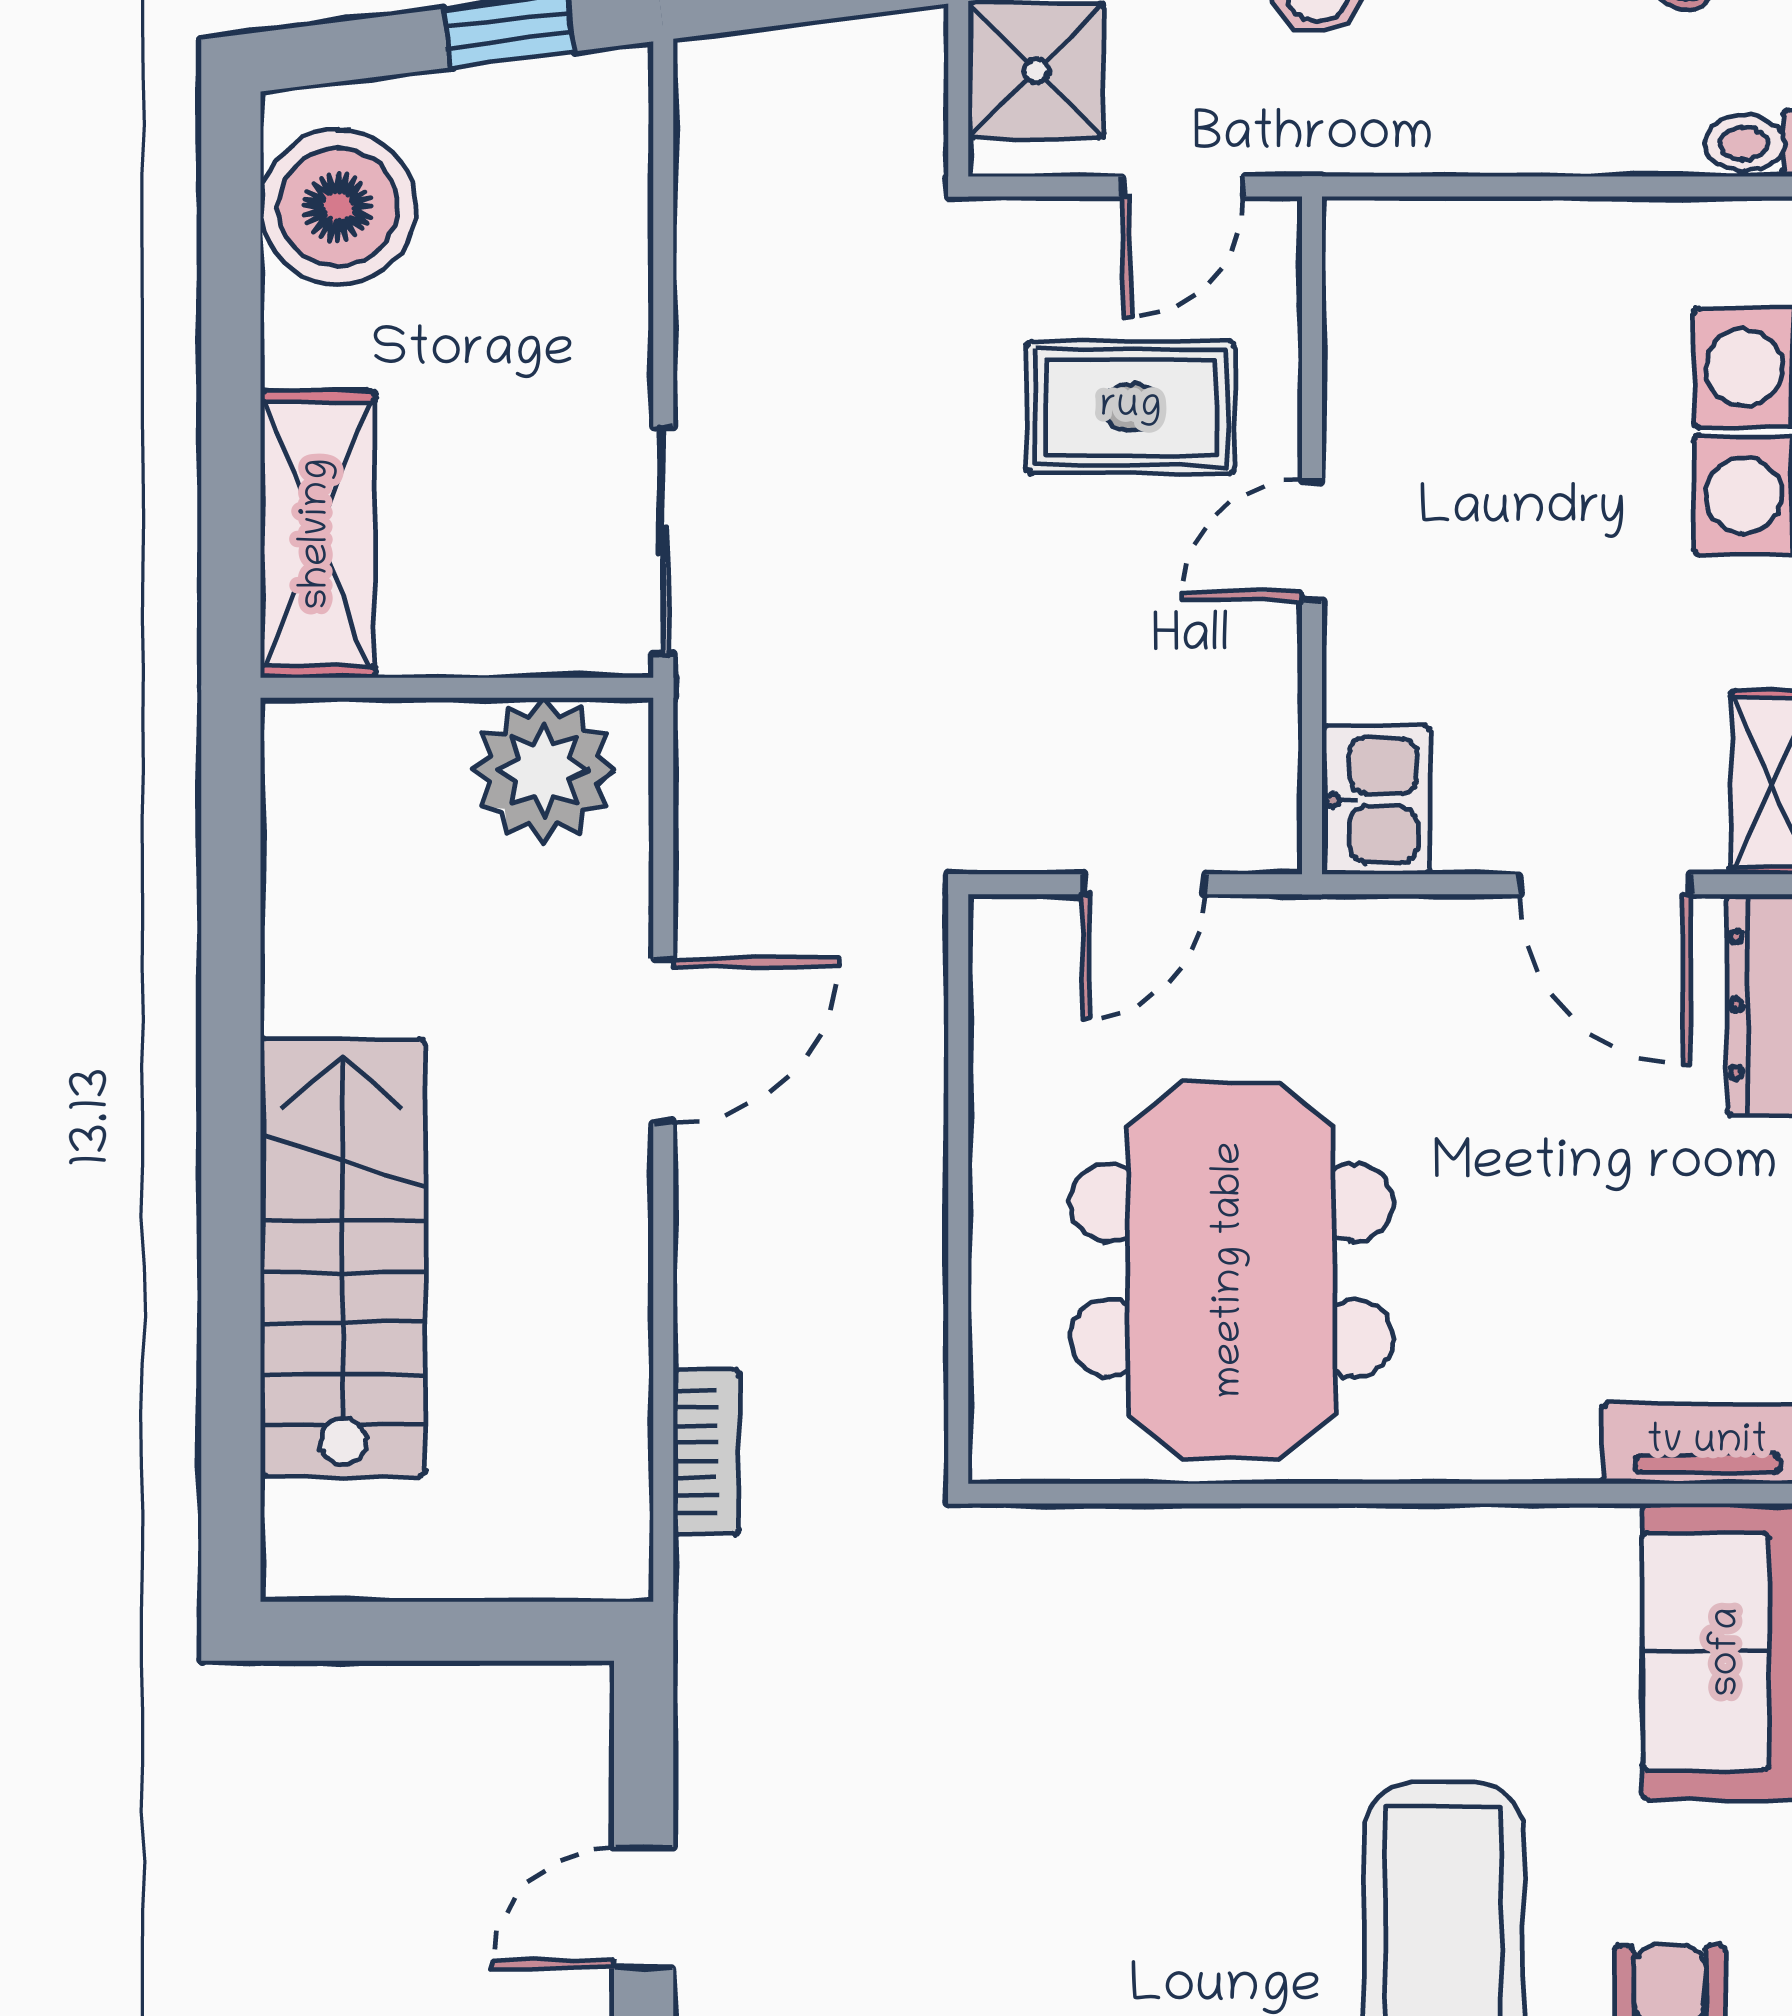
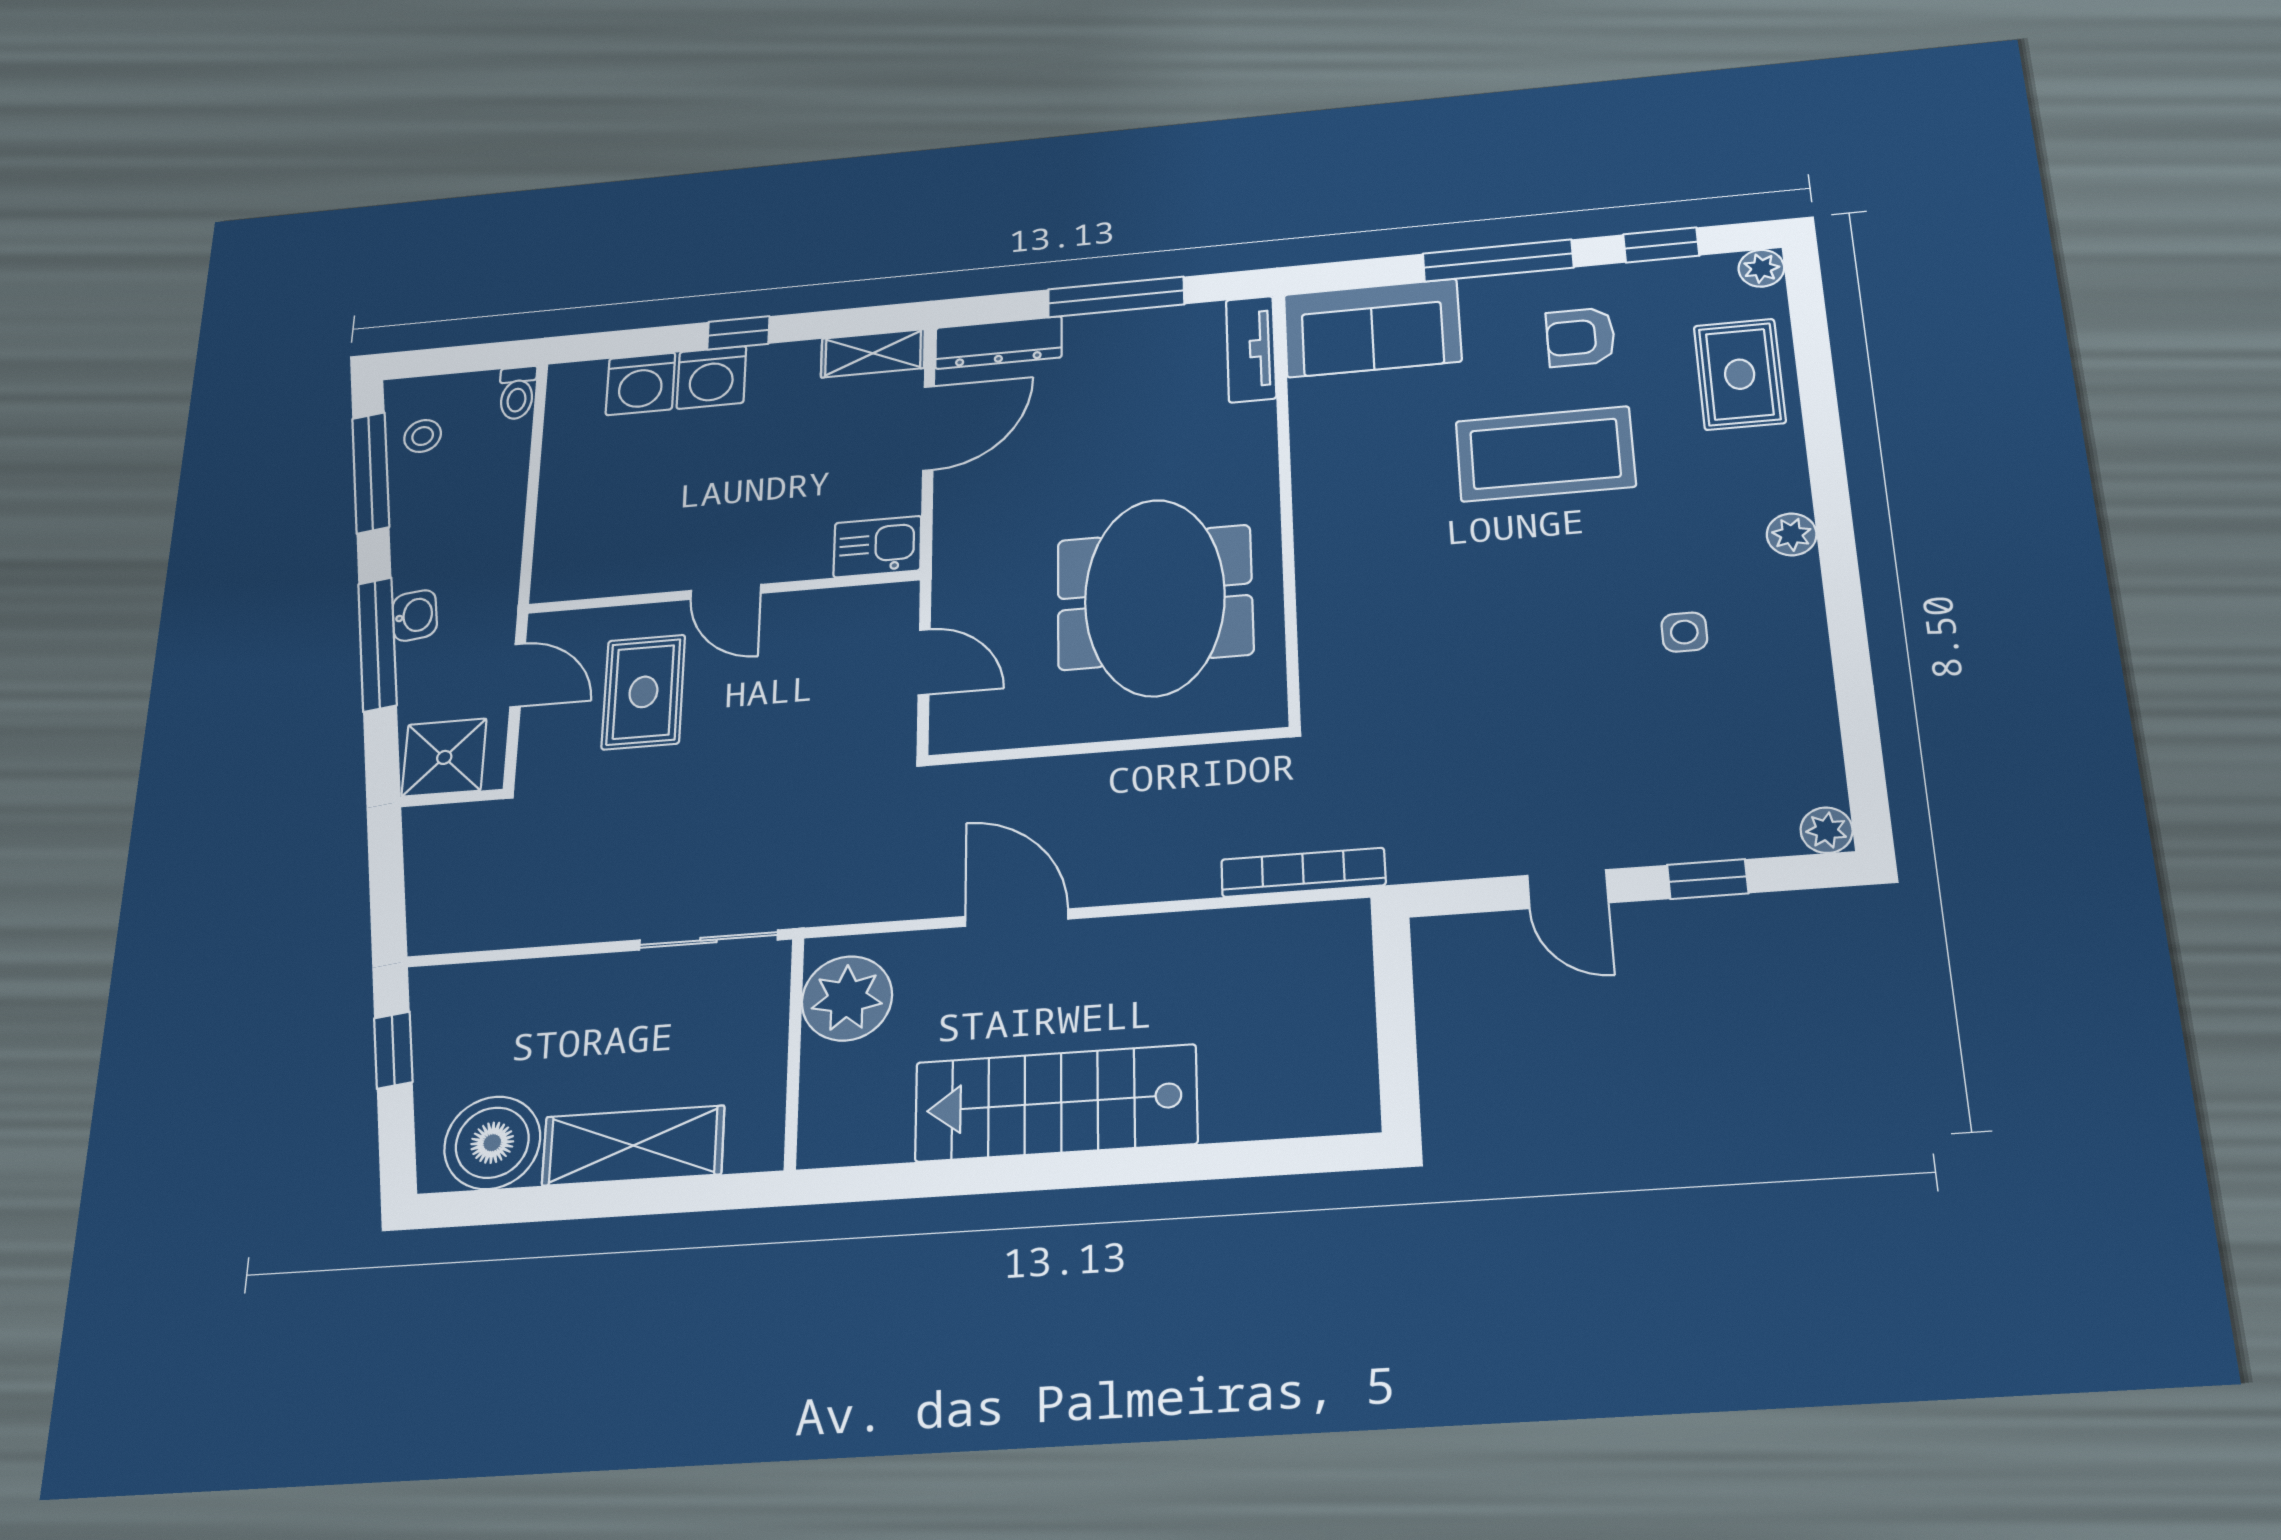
shelving: (318, 534) -> (633, 1146), moved
stairs: (343, 1257) -> (1056, 1103), moved
meeting table: (1231, 1270) -> (1155, 597), turned 90
bookcase: (706, 1452) -> (1303, 872), width x1.56

